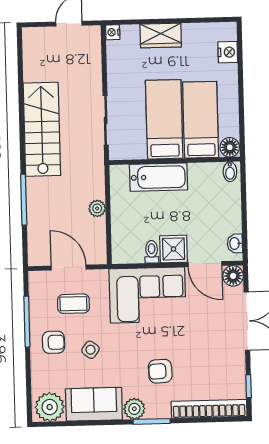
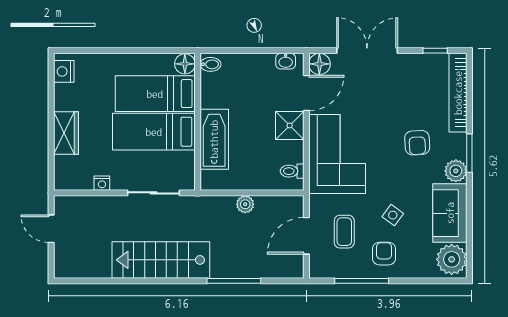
nightstand: (113, 32) -> (102, 183), moved
nightstand: (228, 52) -> (64, 71), moved, turned -90
toilet: (152, 252) -> (292, 171), moved

